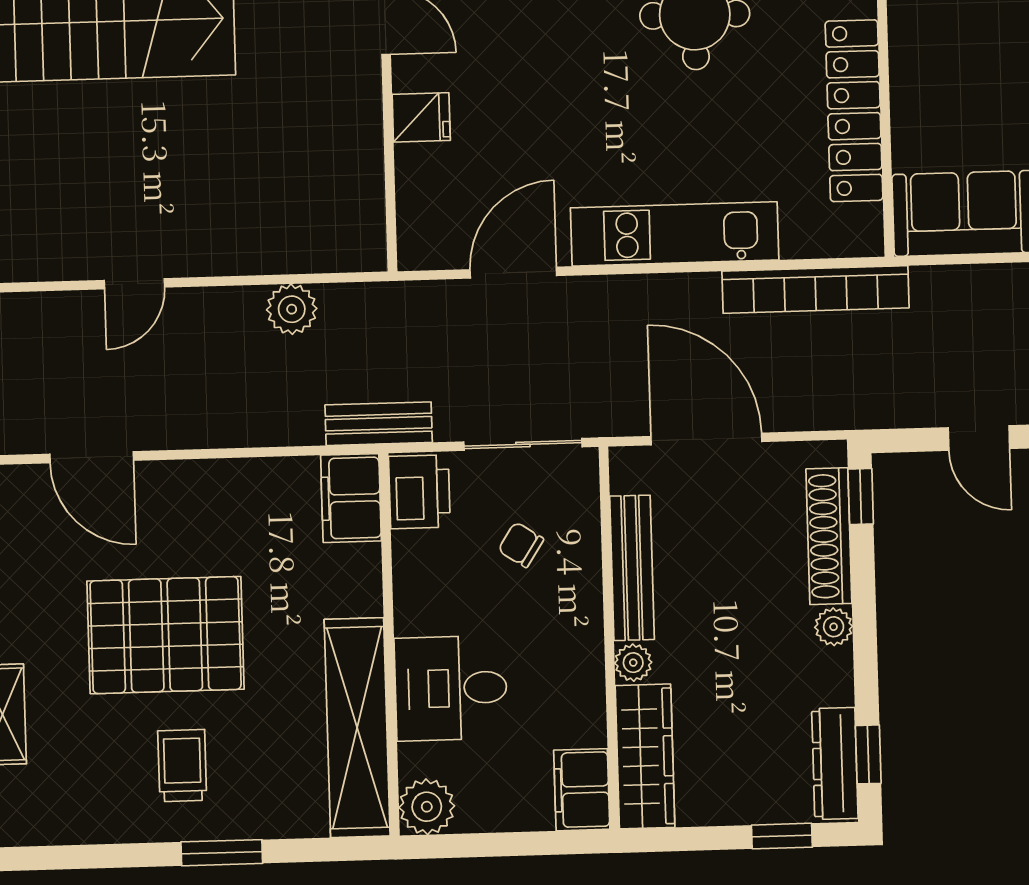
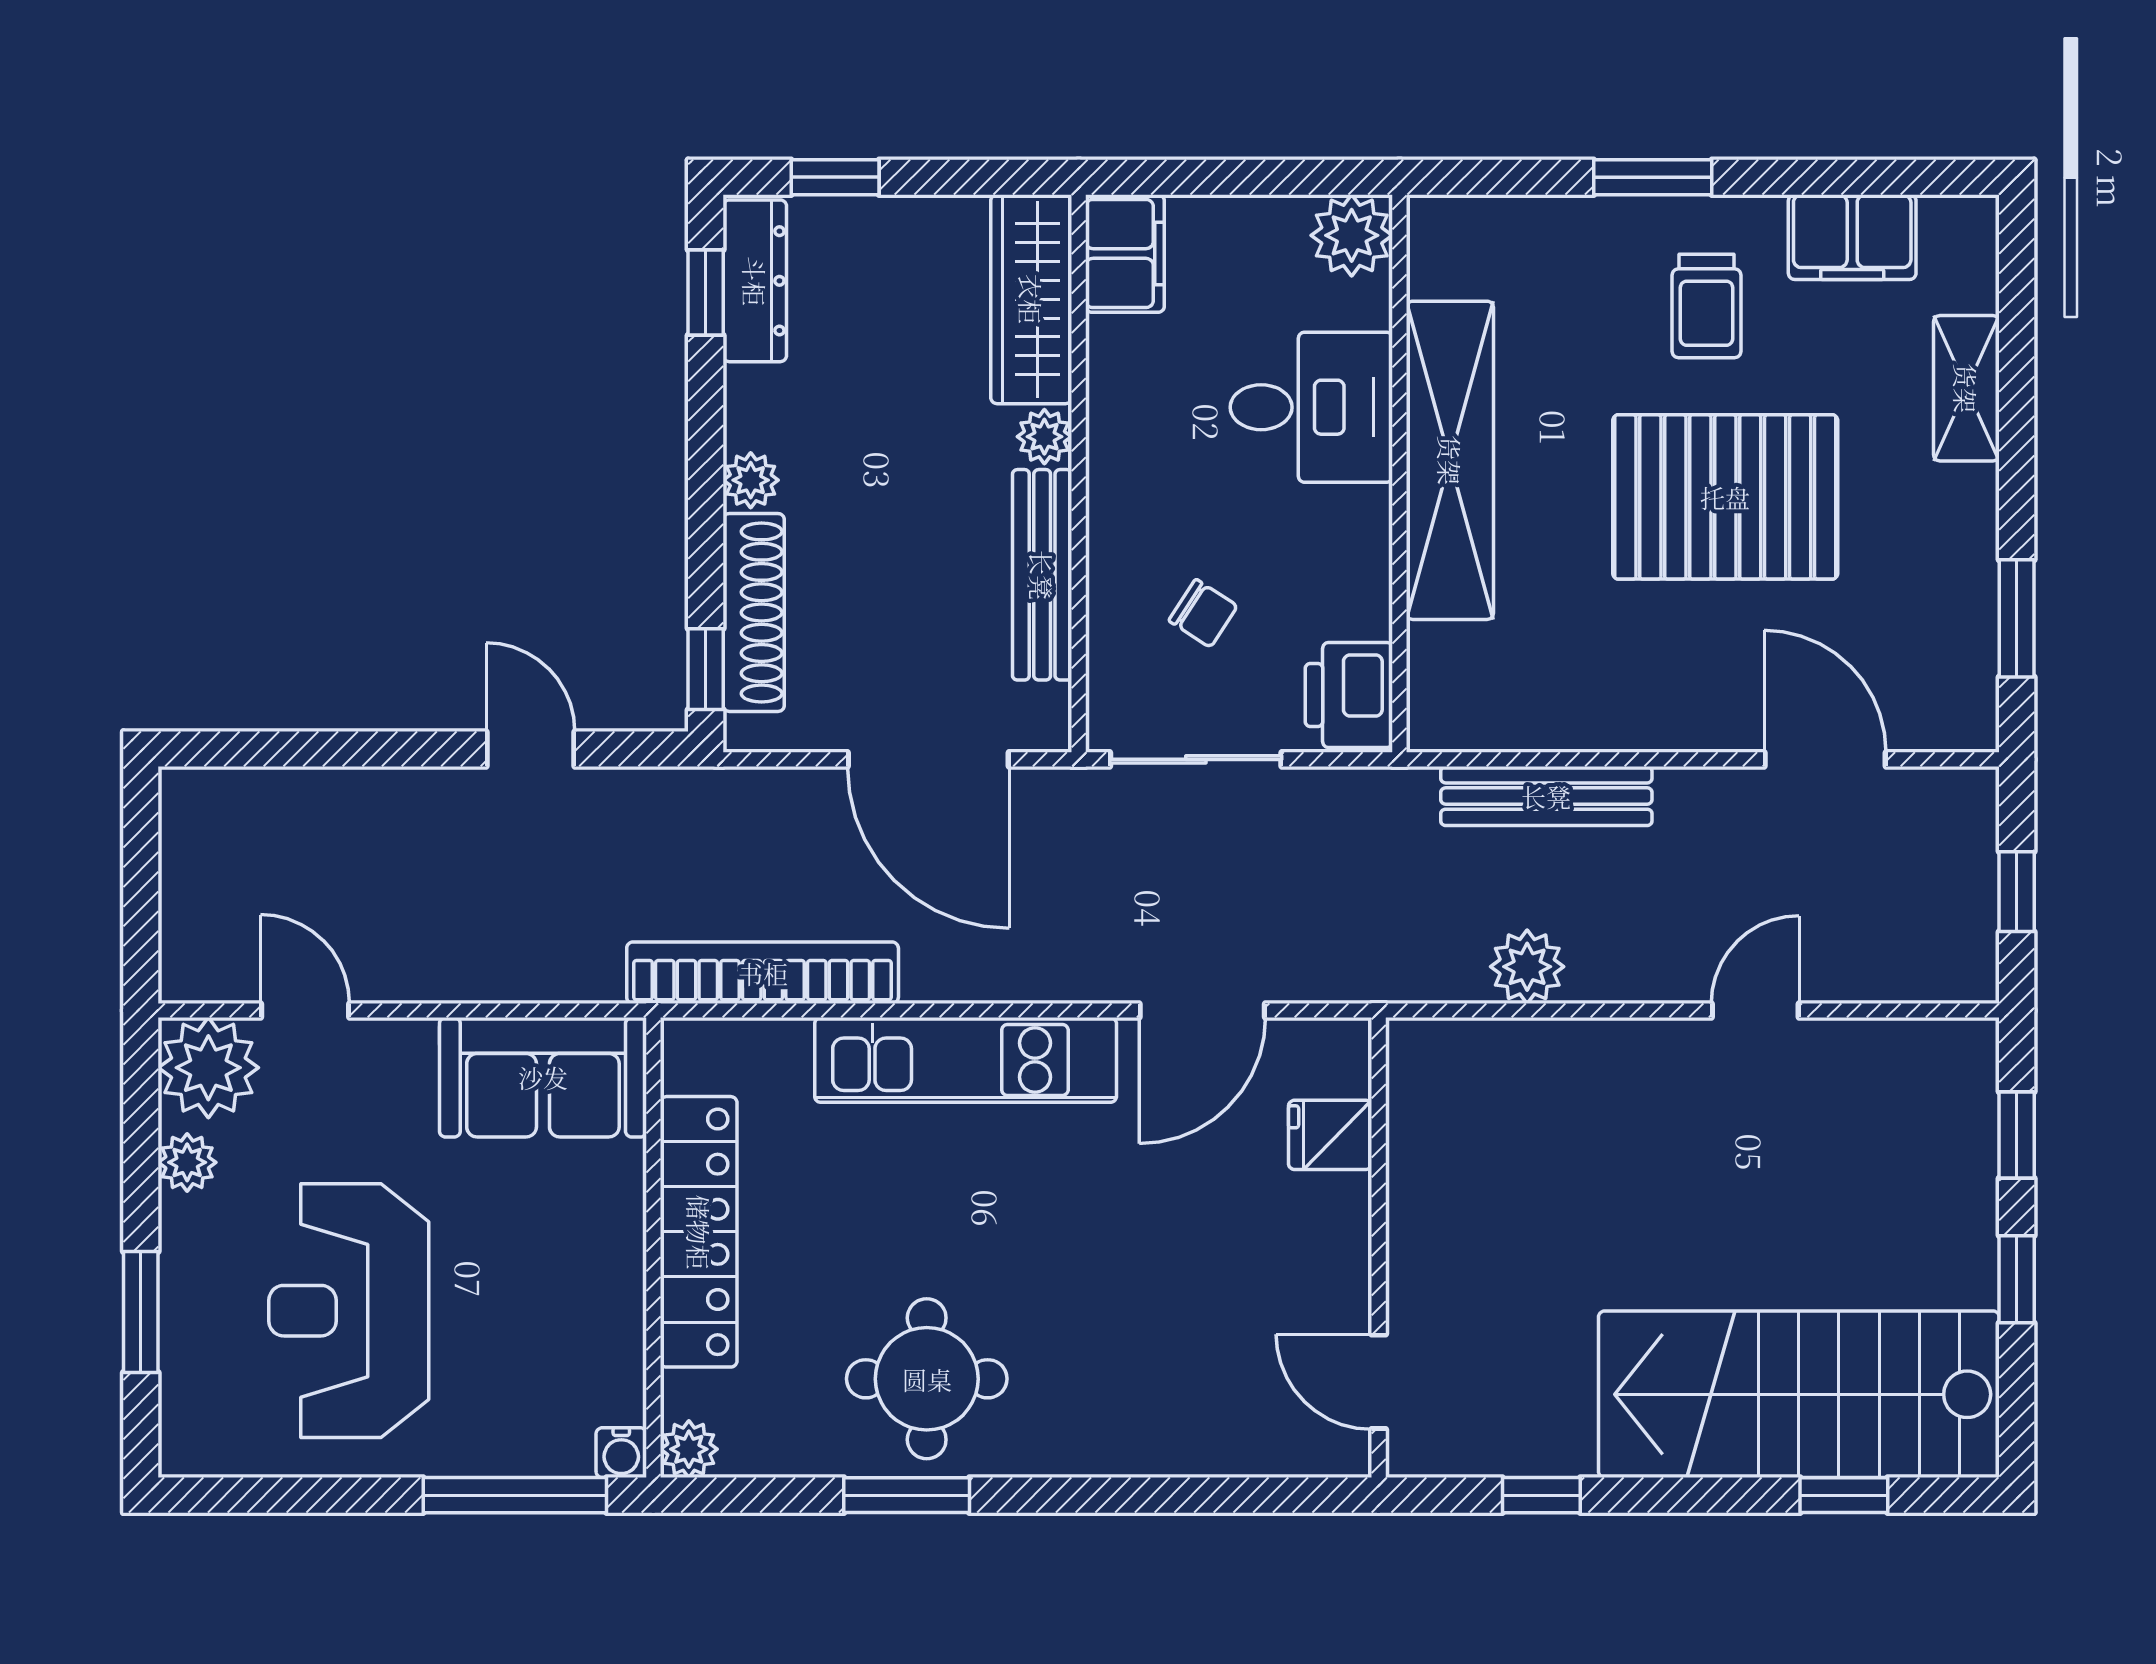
fridge: (421, 117) -> (1330, 1135), moved
bench: (379, 424) -> (1546, 796), moved, width x1.36
filing cabinet: (351, 498) -> (1852, 237), moved, turned 90
shelving: (357, 728) -> (1450, 460), moved

